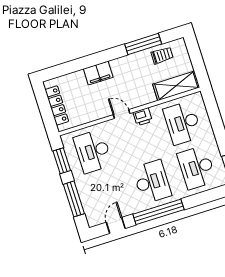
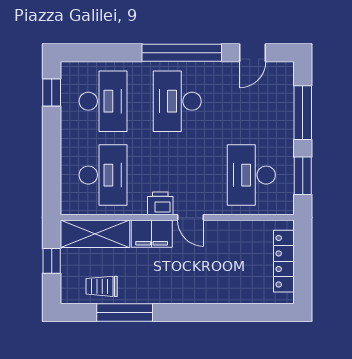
window: (197, 61) -> (52, 261), added
filing cabinet: (98, 73) -> (152, 234), moved, turned 180
desk: (93, 151) -> (251, 175), turned 180

